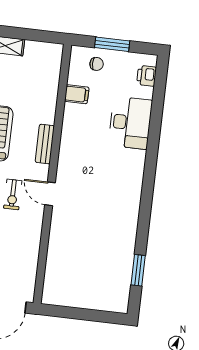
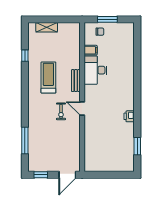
printer: (147, 76) -> (129, 116), moved
desk: (130, 123) -> (95, 70), moved, turned 180

